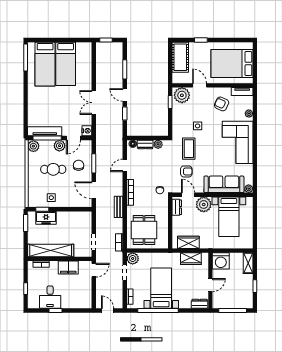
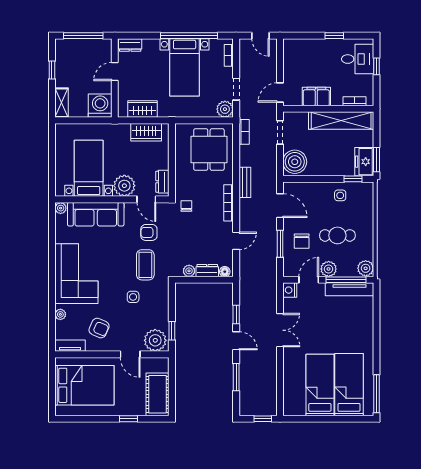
freezer: (46, 218) -> (364, 162), moved, turned -90
boiler: (83, 221) -> (295, 162), added
desk: (50, 297) -> (358, 59), moved, turned 90

